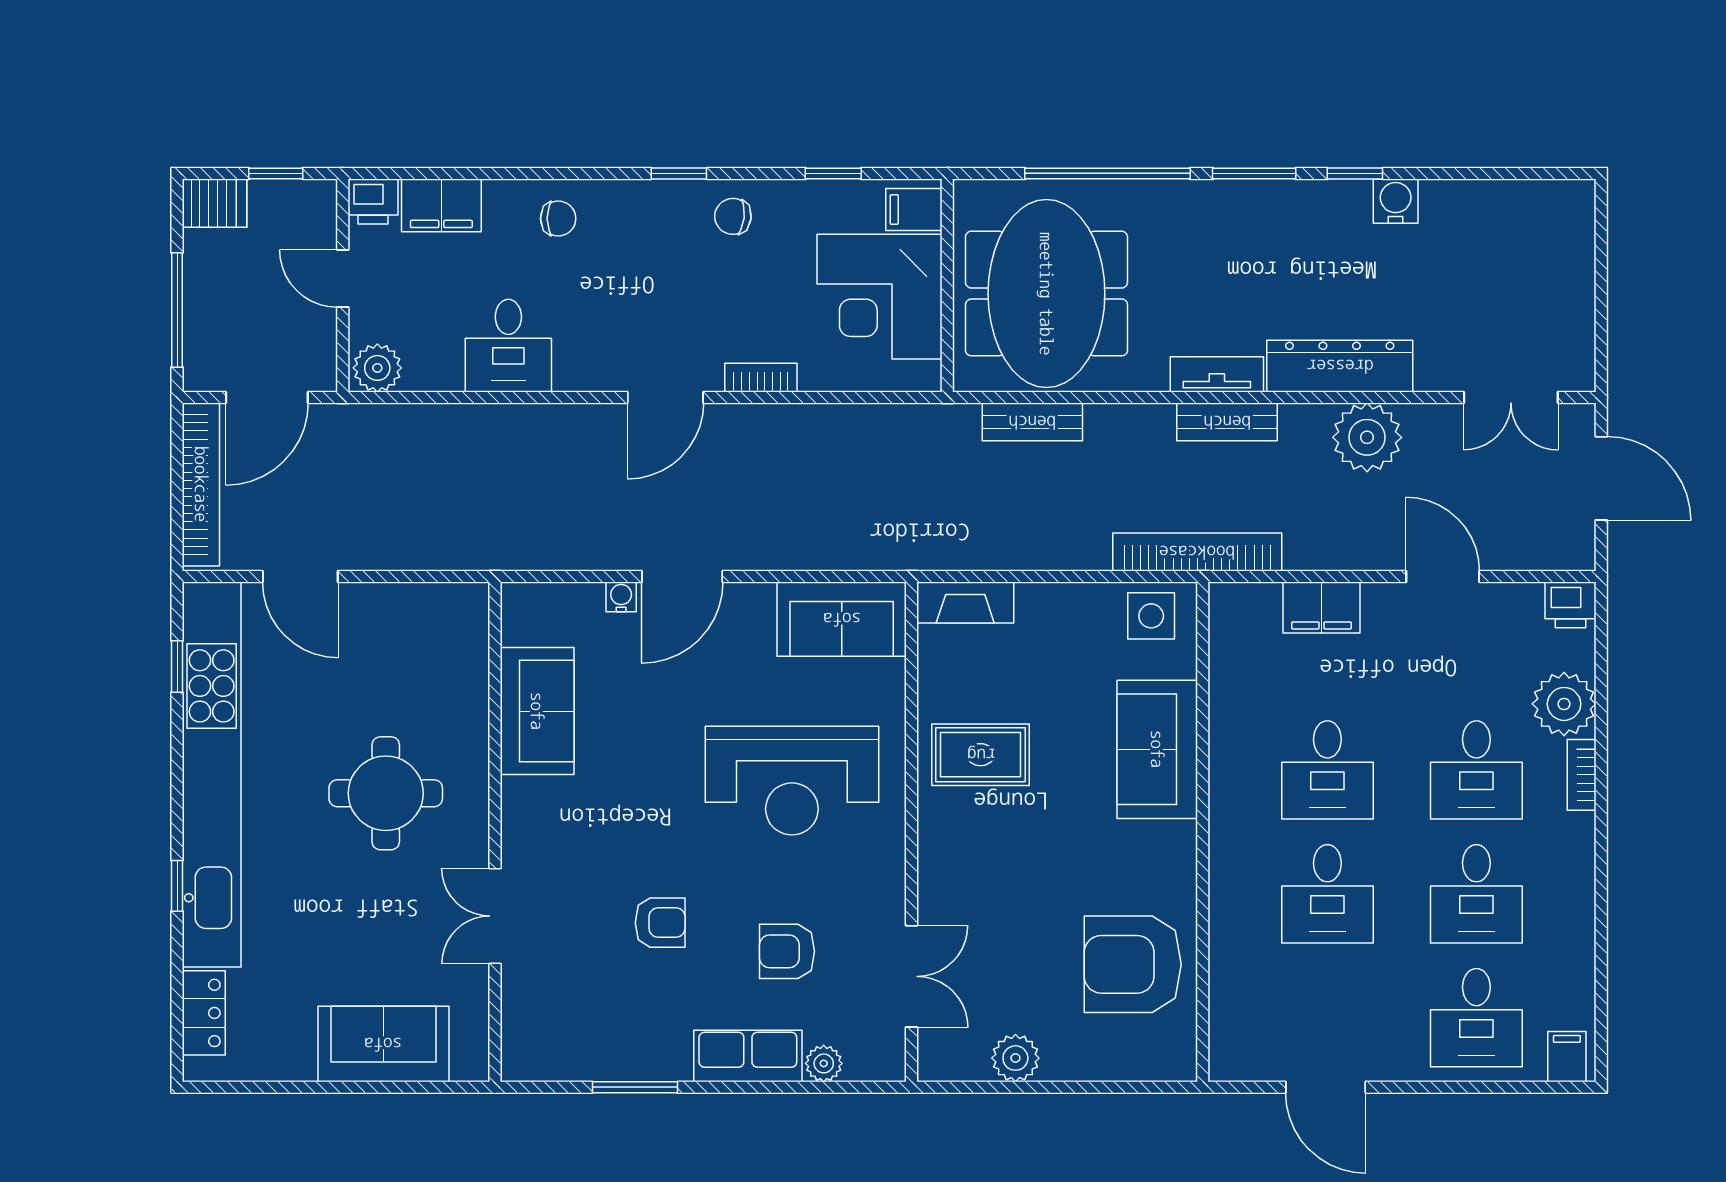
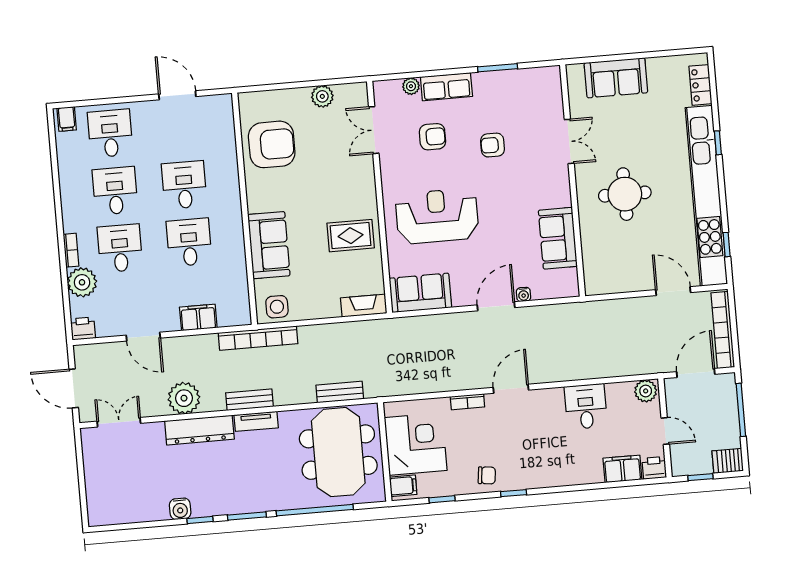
chair: (558, 218) -> (568, 467), removed

